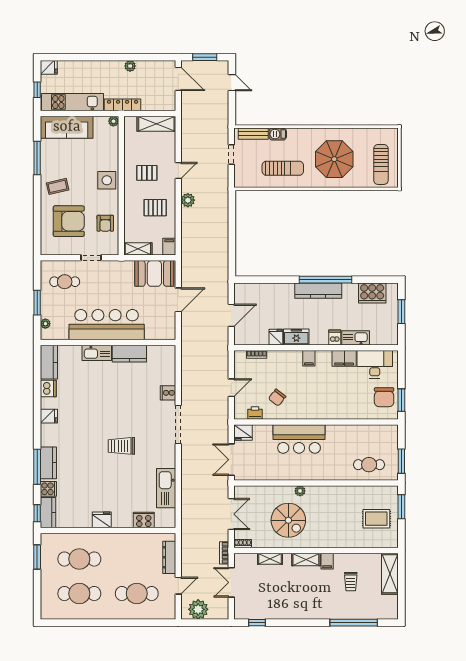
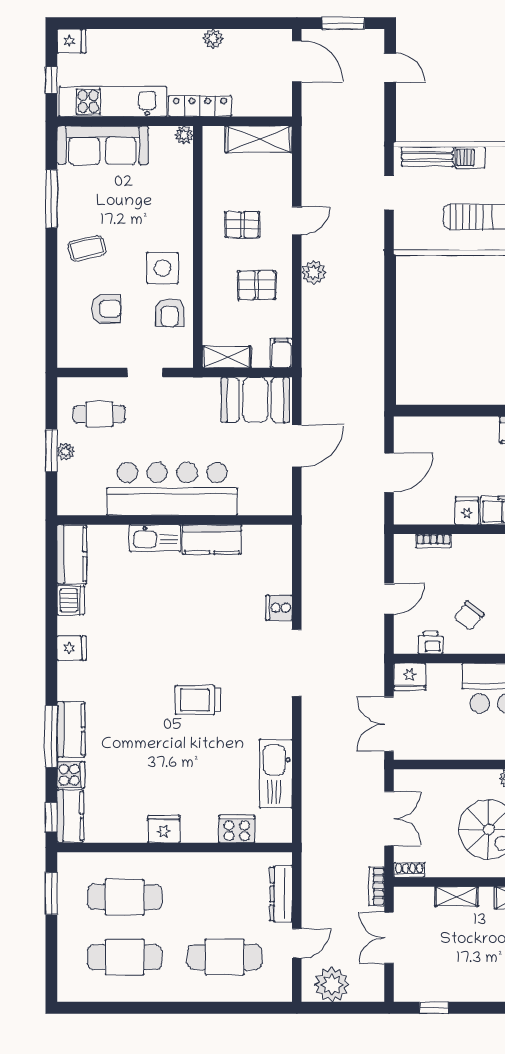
side table: (107, 180) -> (162, 268), moved
armchair: (69, 221) -> (106, 309), width x0.53, depth x0.53
plant: (45, 324) -> (66, 452), moved

